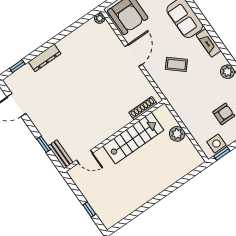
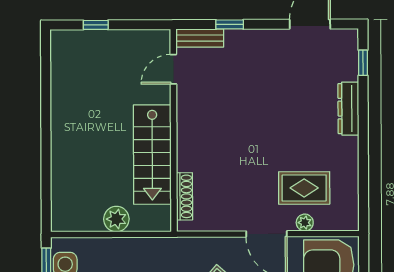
plant: (100, 18) -> (305, 223), moved
rug: (98, 53) -> (304, 188), added

